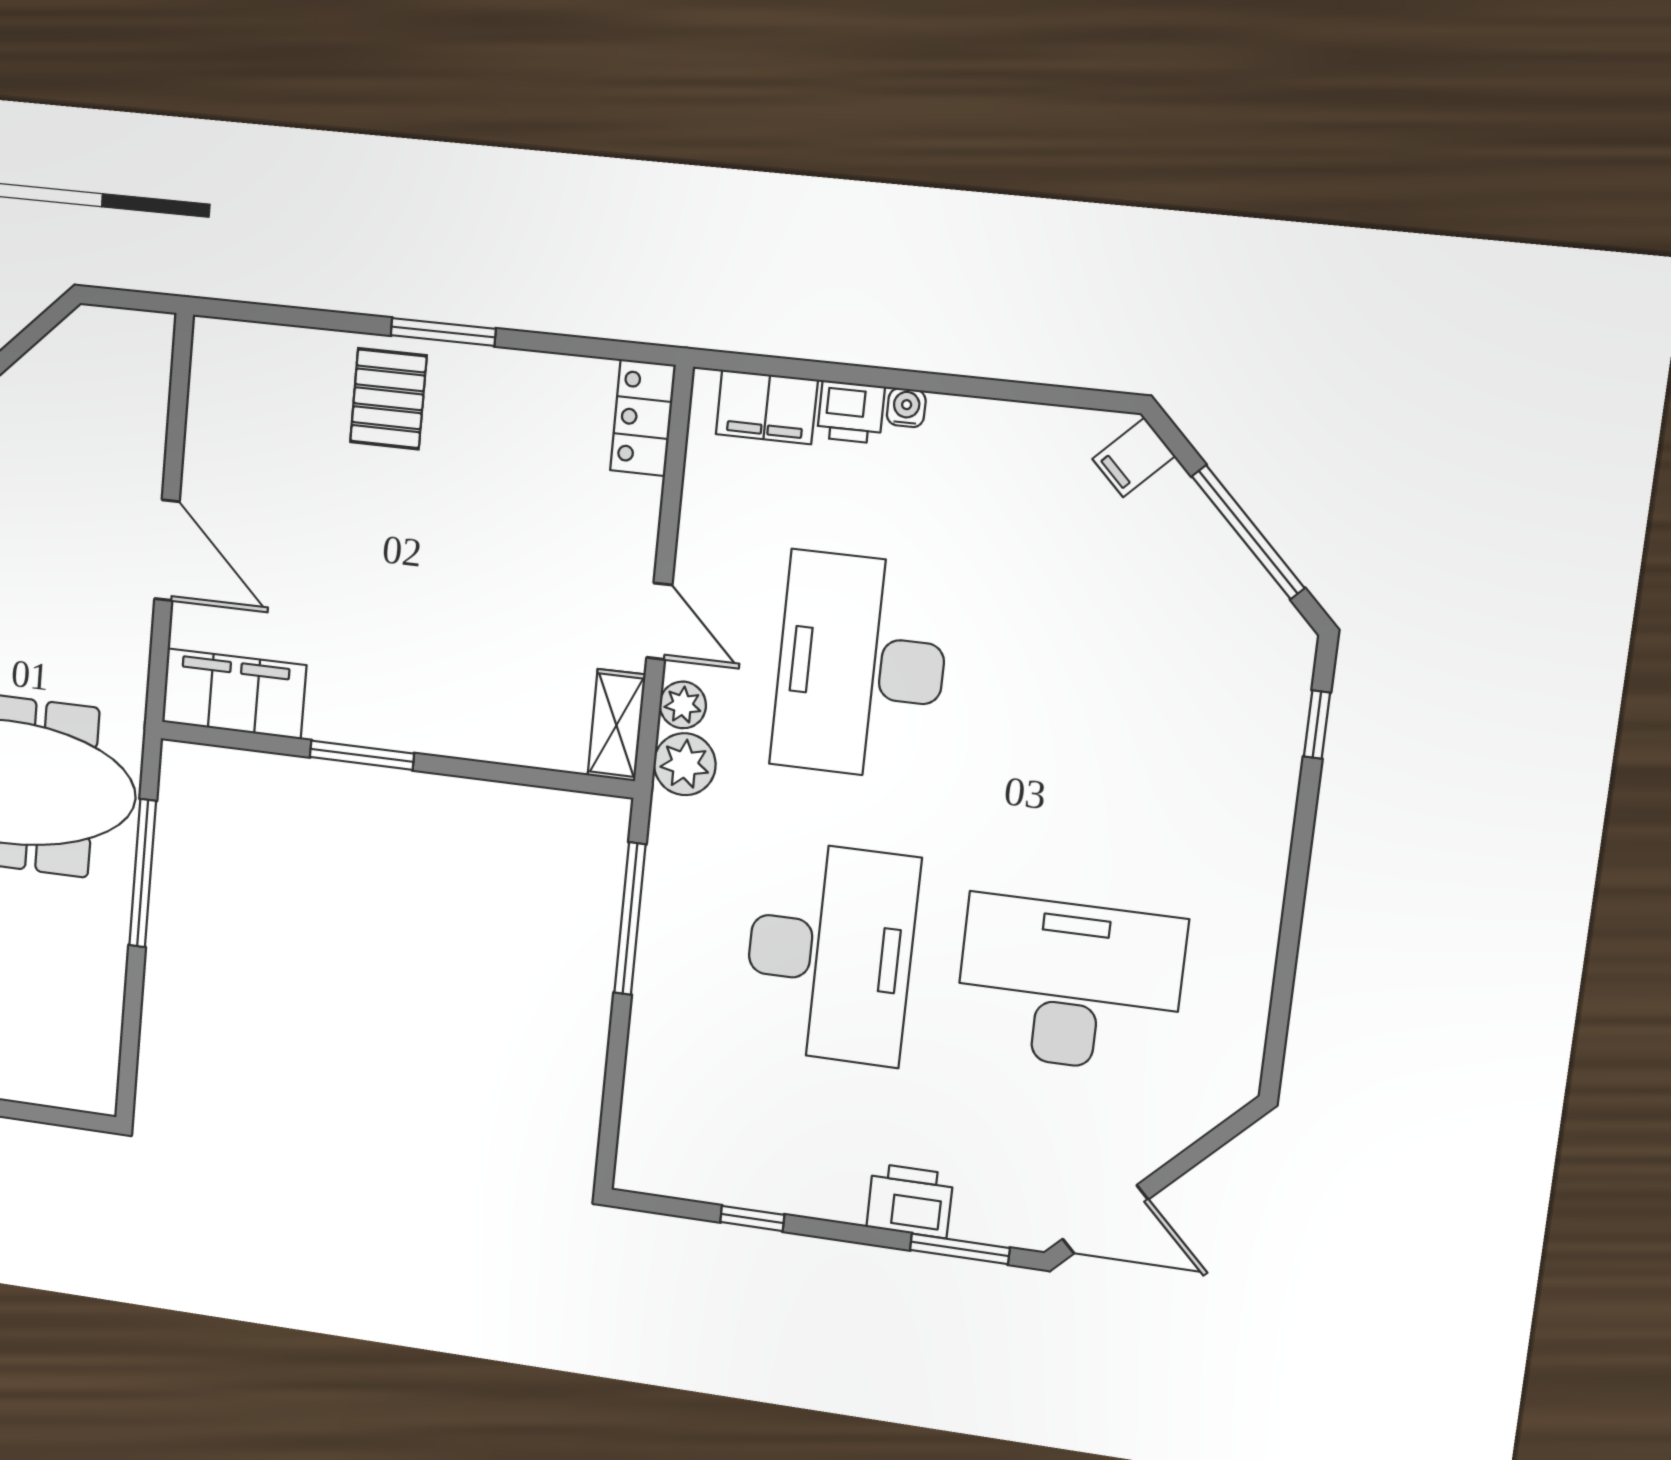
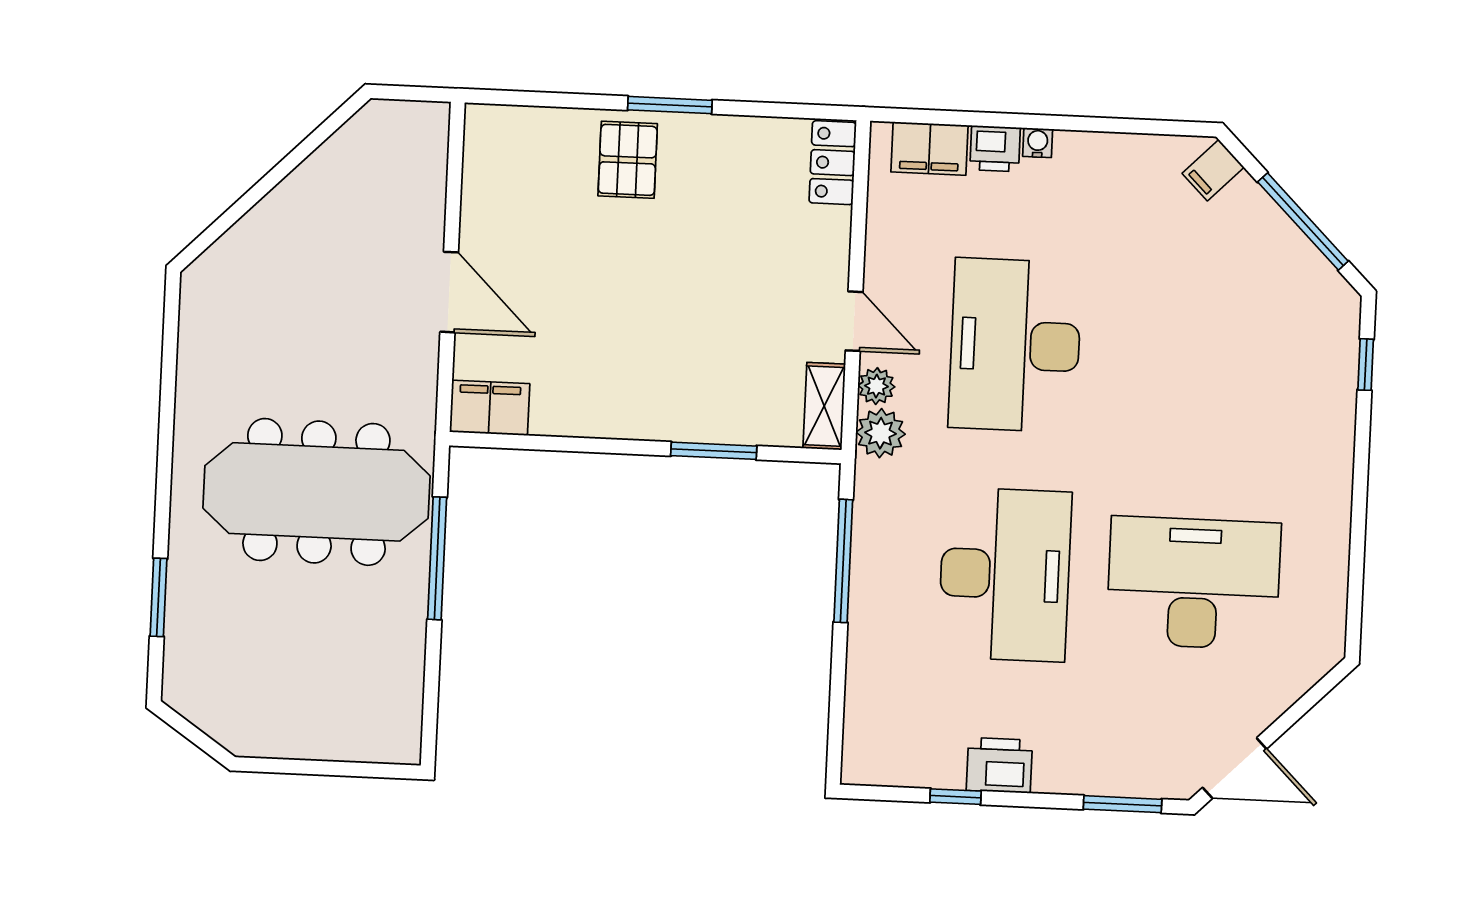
filing cabinet: (234, 694) -> (490, 408), width x0.67, depth x0.86
window: (362, 755) -> (714, 451), moved
printer: (910, 1201) -> (999, 765), moved

